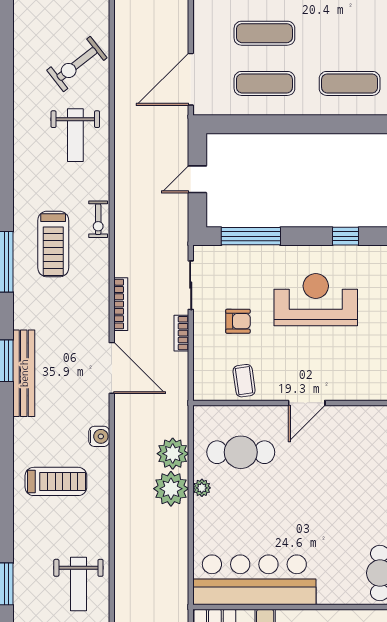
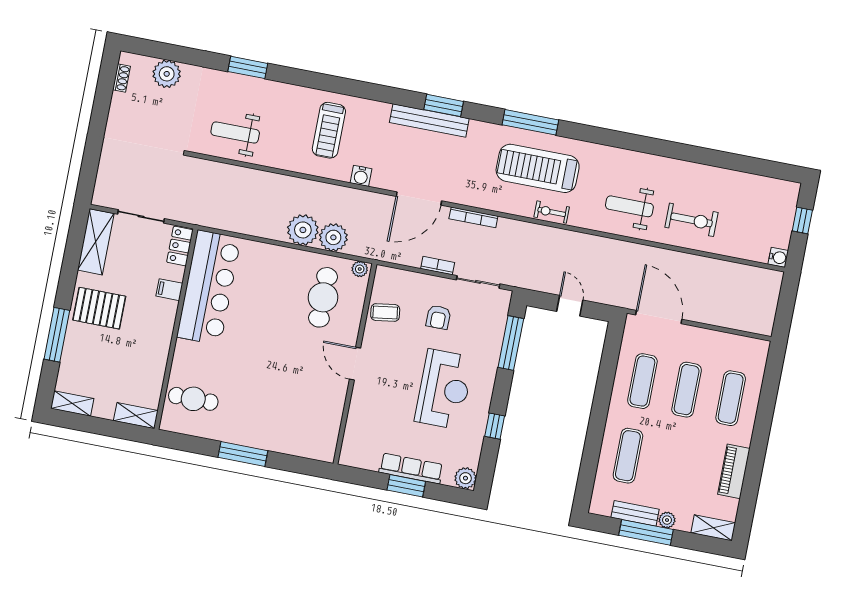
exercise bike: (77, 64) -> (692, 220), turned 128
treadmill: (53, 244) -> (538, 168), width x1.37, depth x1.37
plant: (202, 488) -> (360, 269), moved

